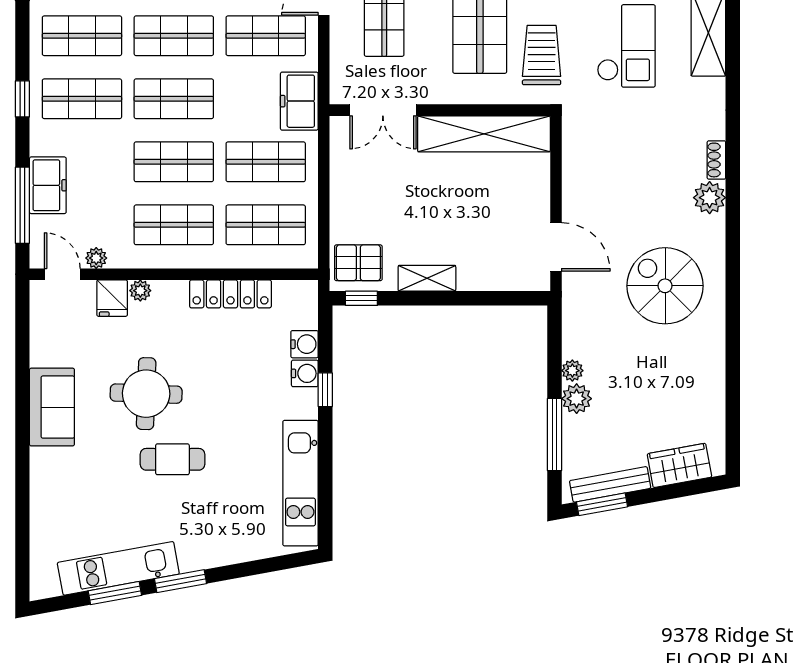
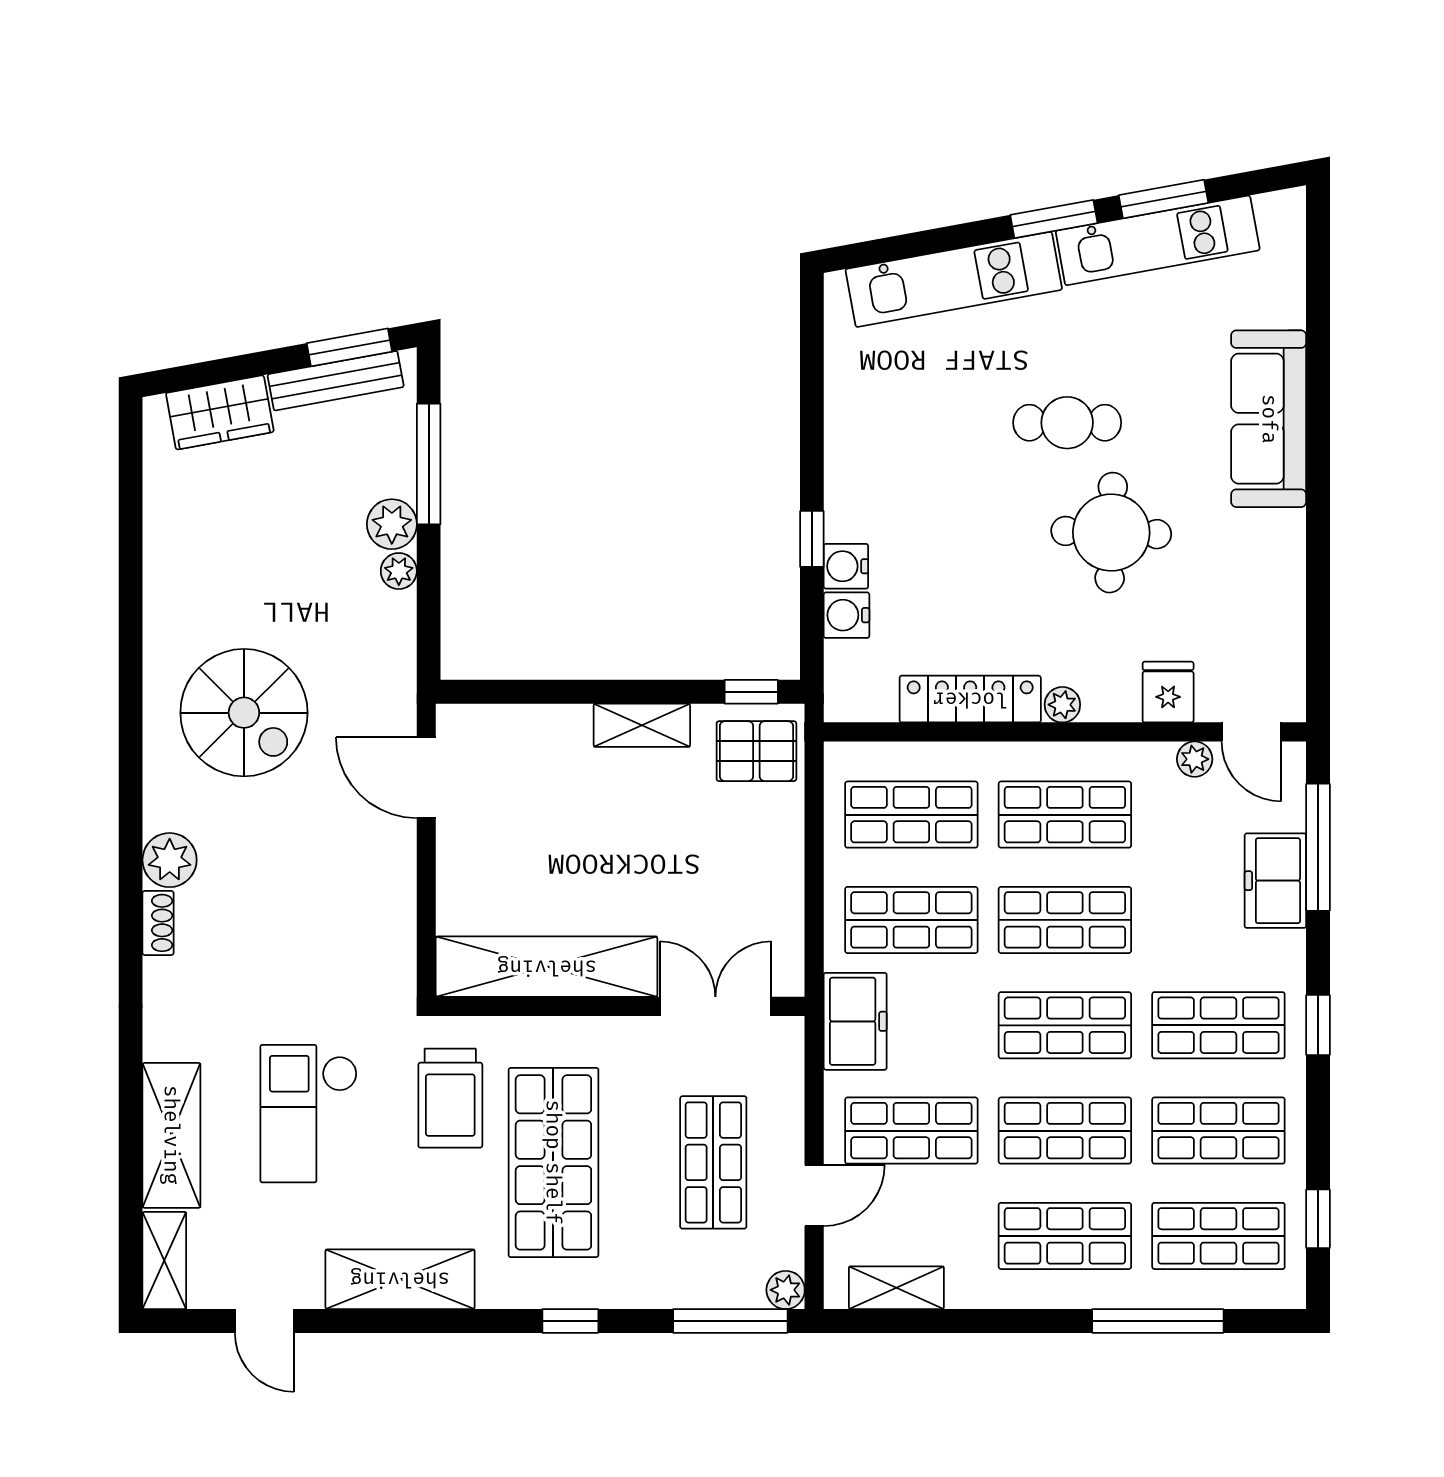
plant: (140, 291) -> (1062, 705), moved
sofa: (52, 407) -> (1269, 419), moved, width x1.36
kitchen unit: (300, 483) -> (954, 279), moved, turned 80

